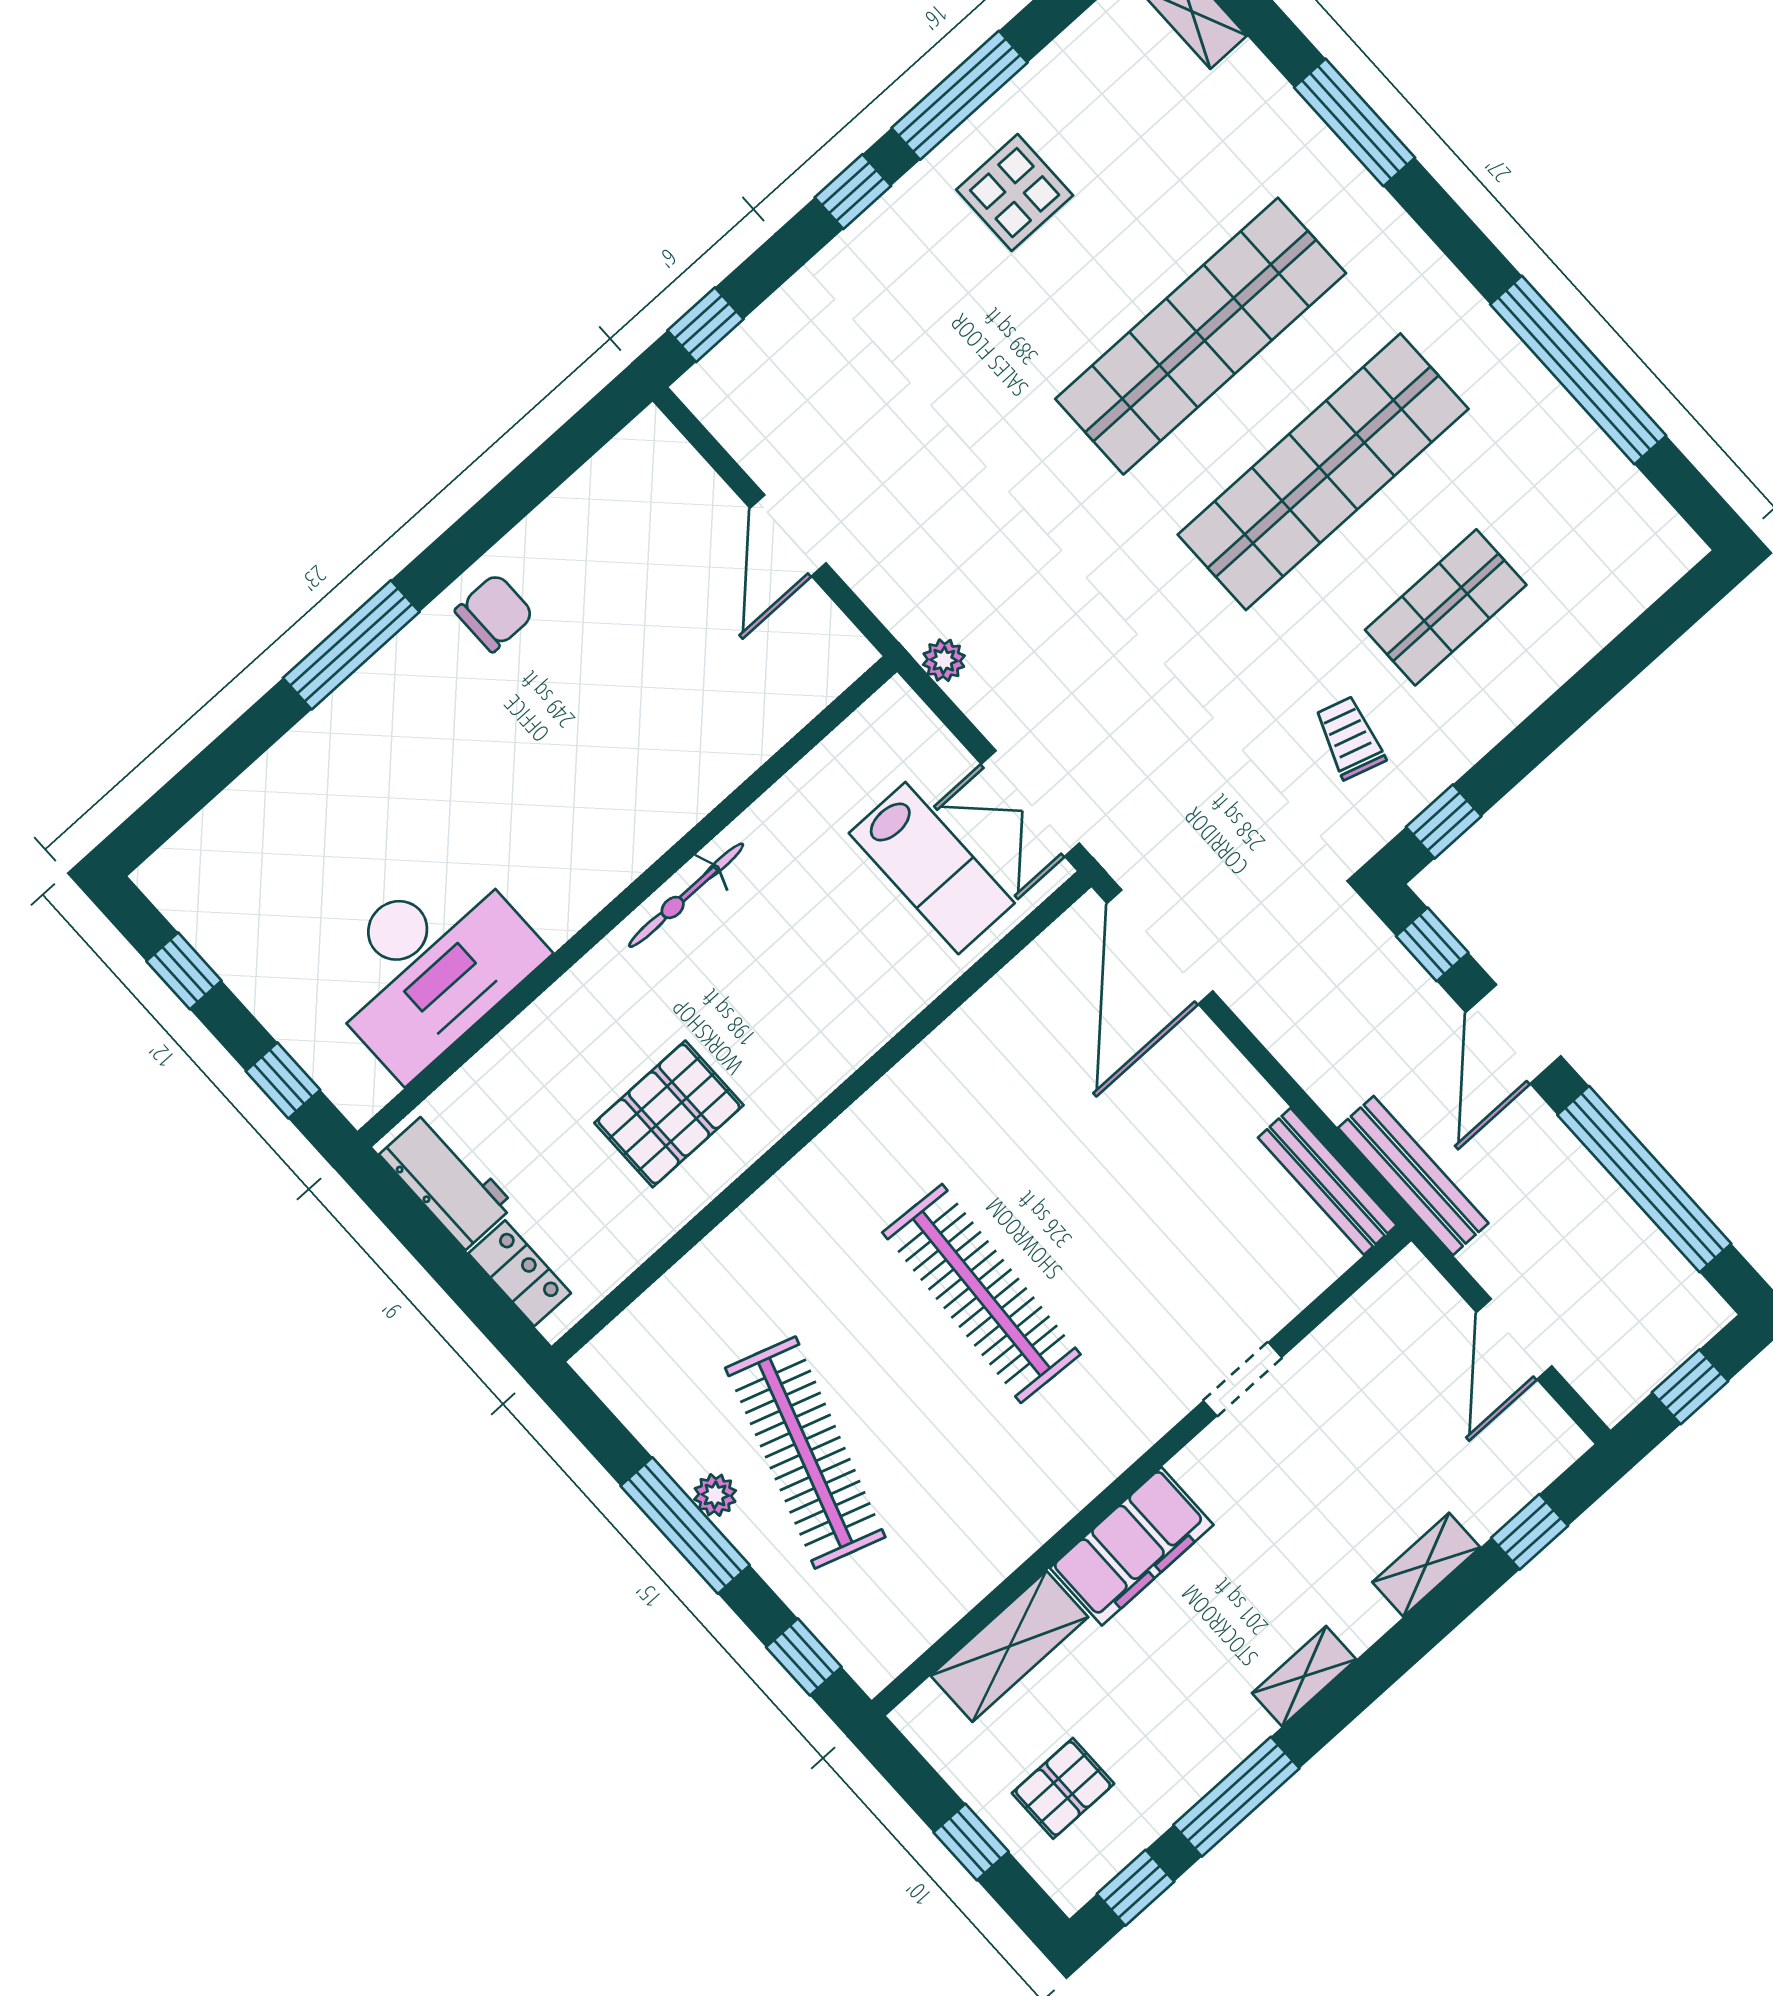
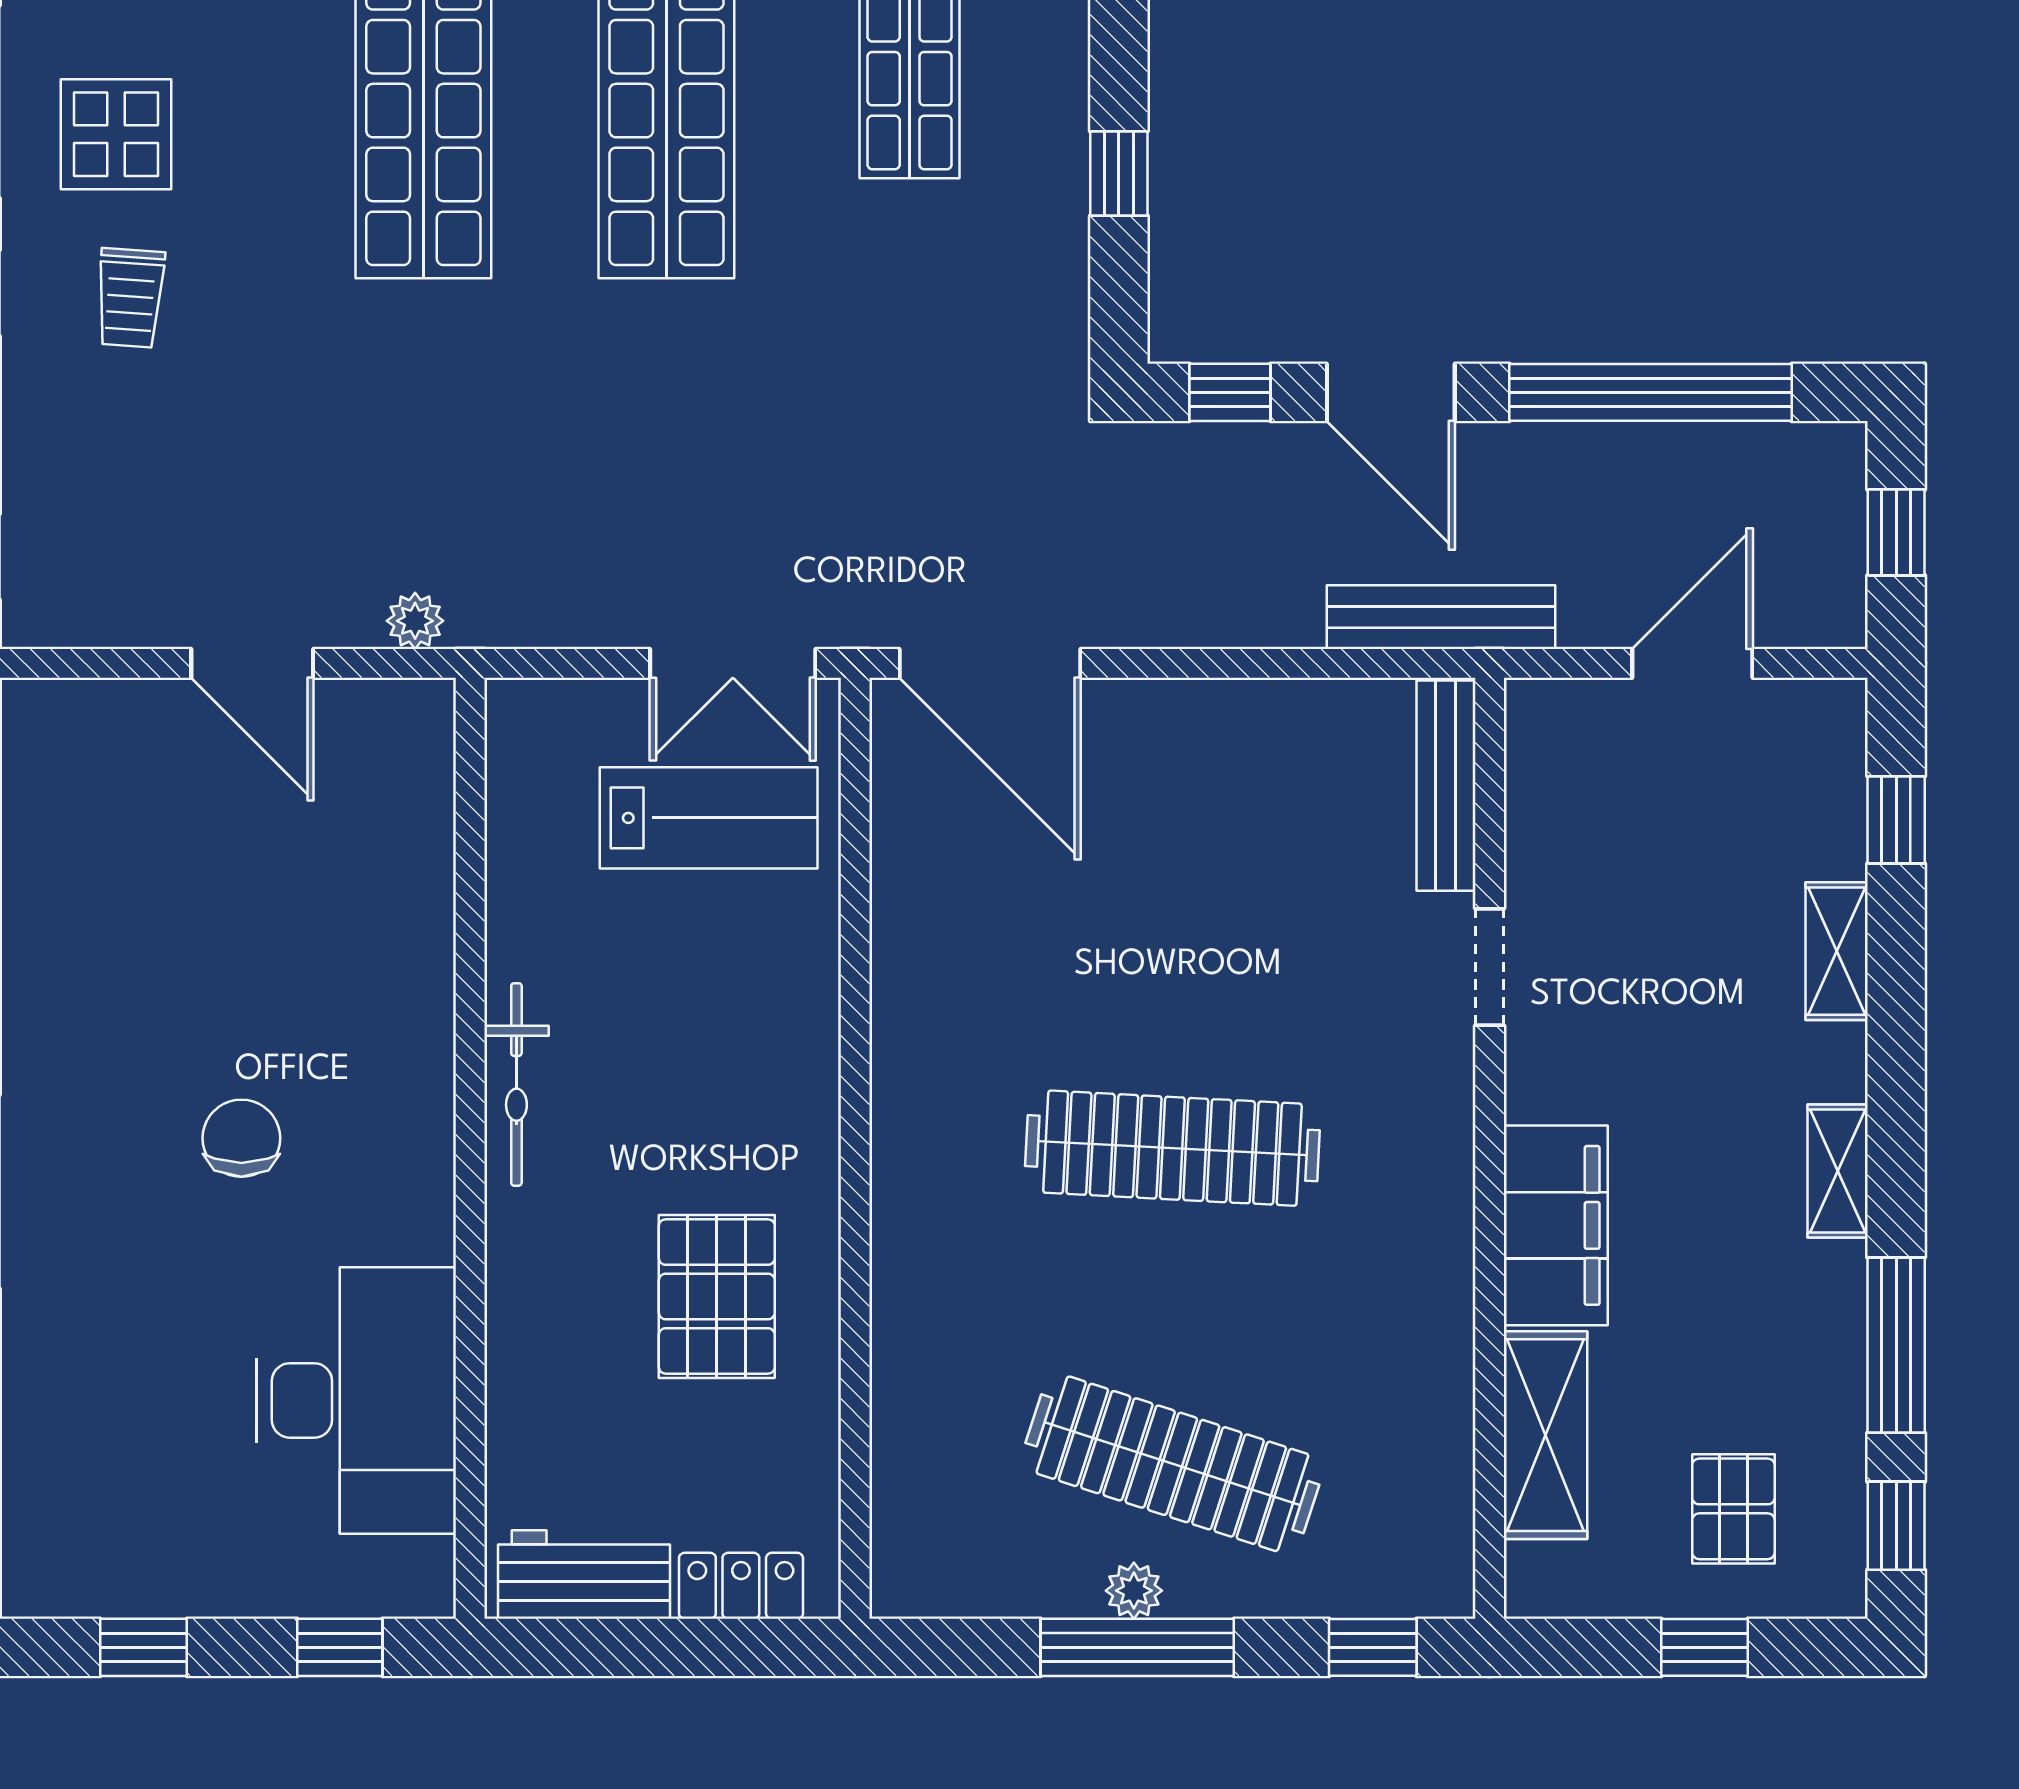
chair: (494, 613) -> (241, 1138), moved
plant: (944, 660) -> (415, 621), moved
trolley: (1350, 738) -> (130, 298), moved, turned -103
window: (1444, 822) -> (1119, 173), moved
bench: (1327, 1181) -> (1446, 786), moved, turned 90
door: (1514, 1339) -> (1692, 663), swing flipped

